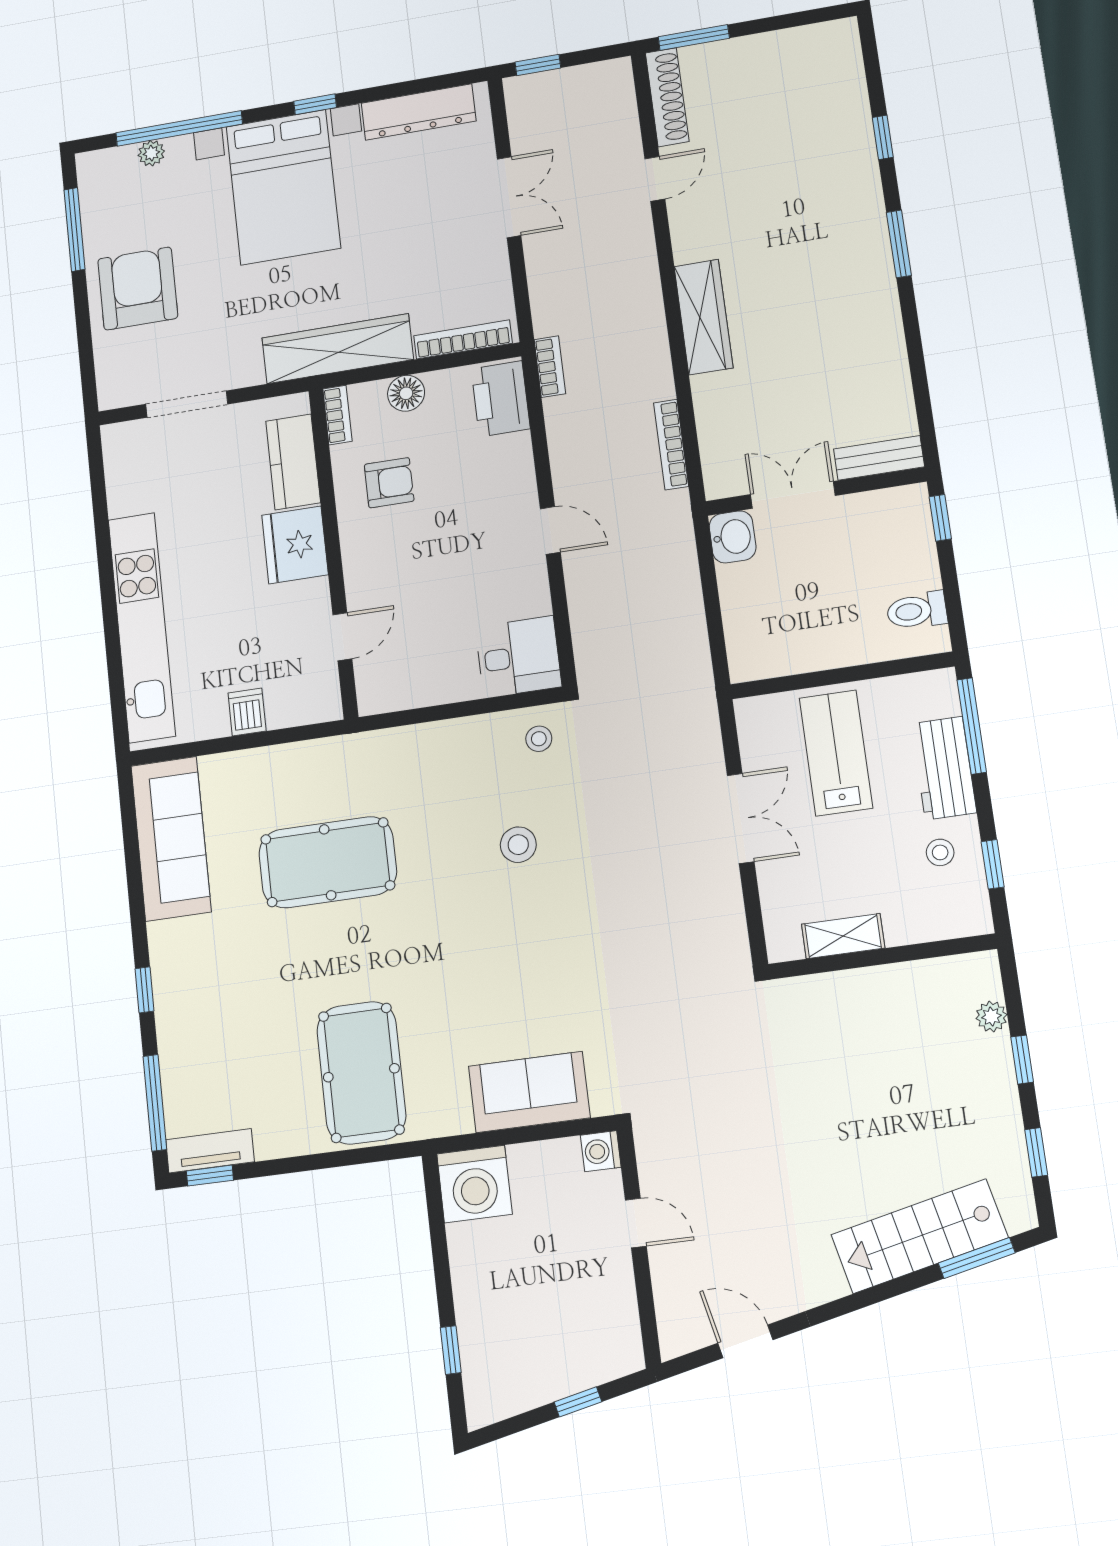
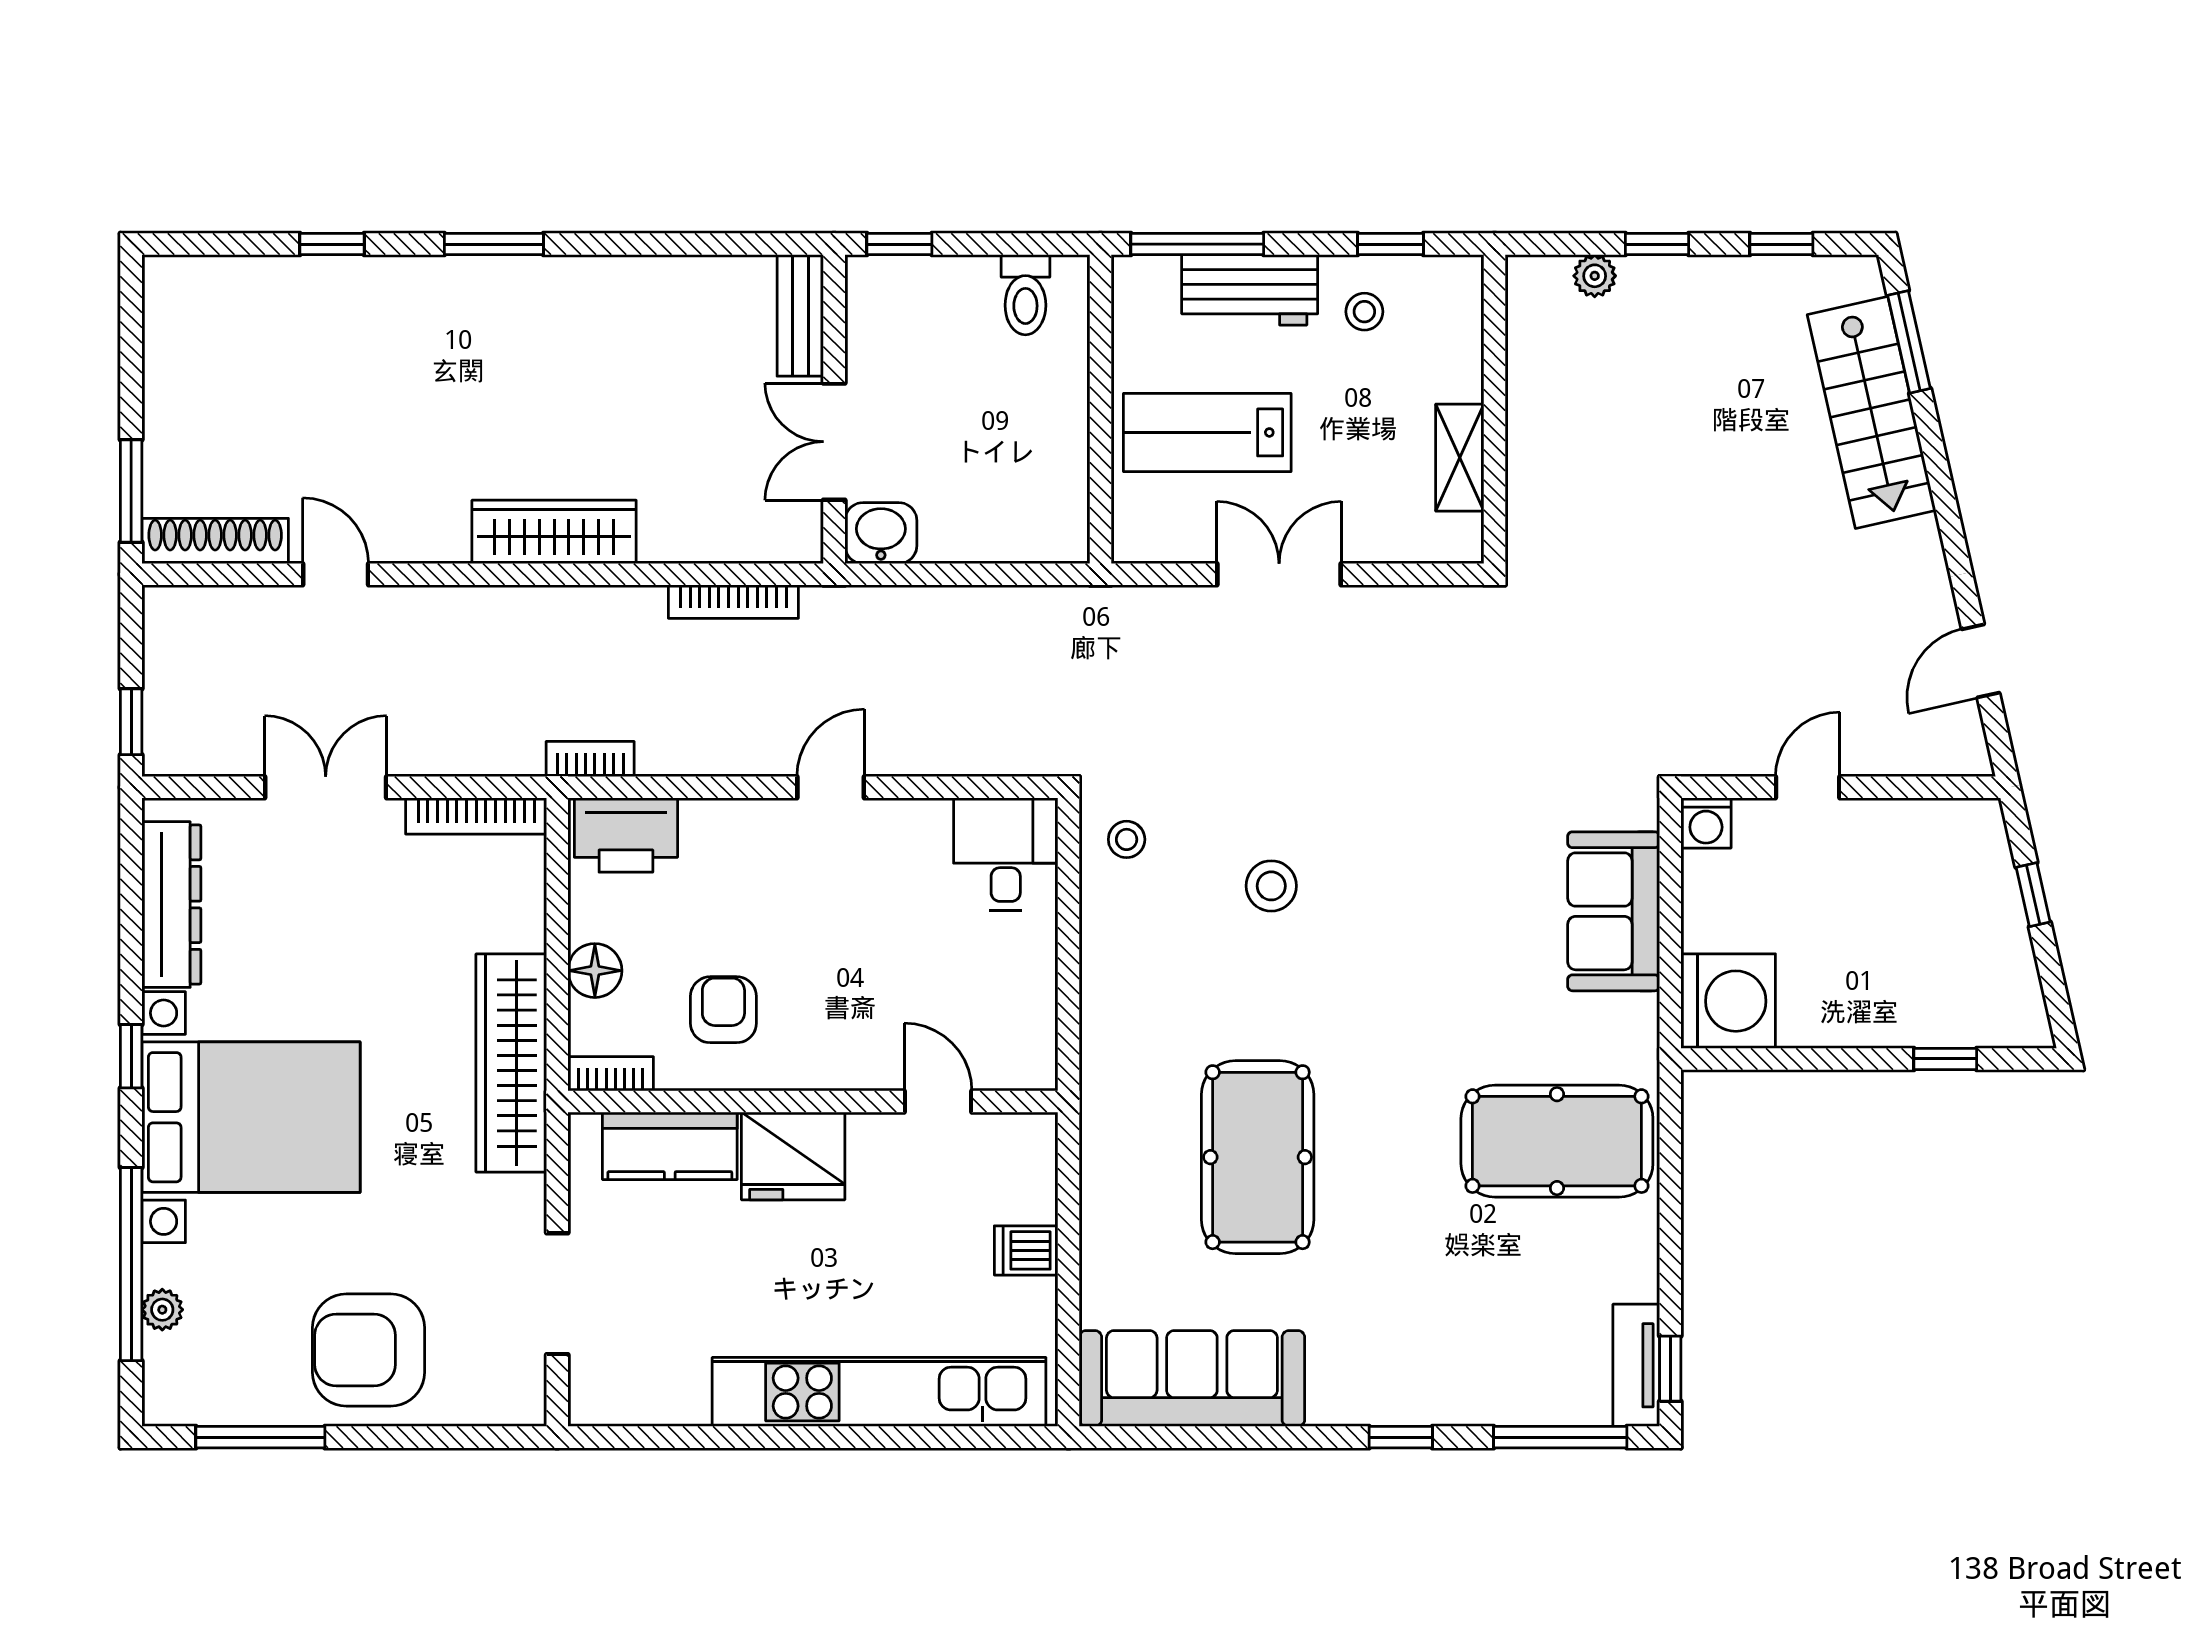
bookcase: (463, 339) -> (476, 816), moved, turned -90

